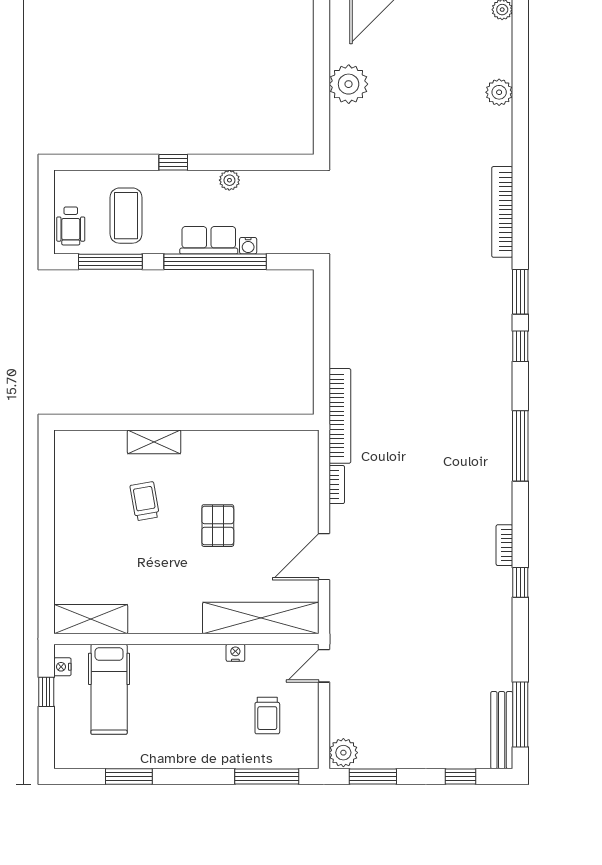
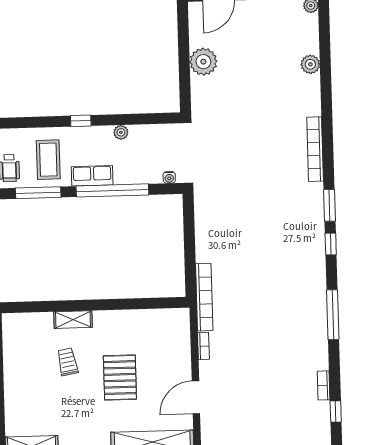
row of seats: (209, 240) -> (92, 176), moved
water cooler: (248, 246) -> (169, 177), moved
pallet: (218, 526) -> (120, 378), width x1.50, depth x1.42

